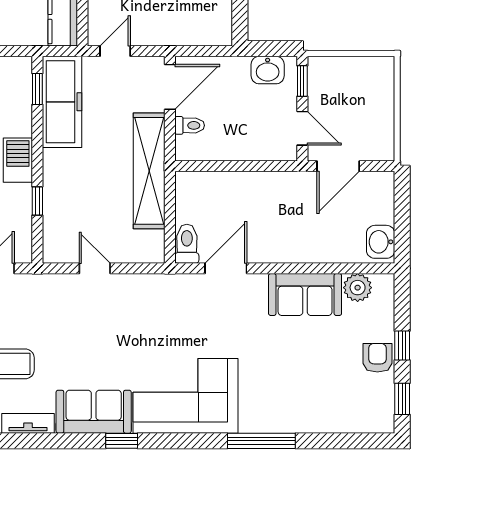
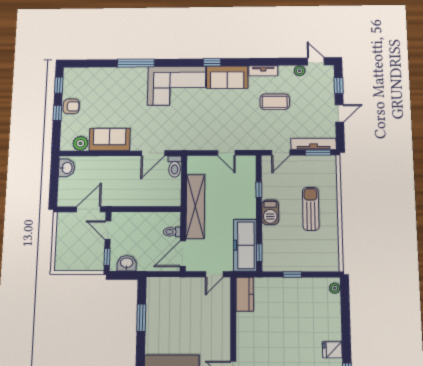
armchair: (377, 358) -> (71, 106), turned -90

